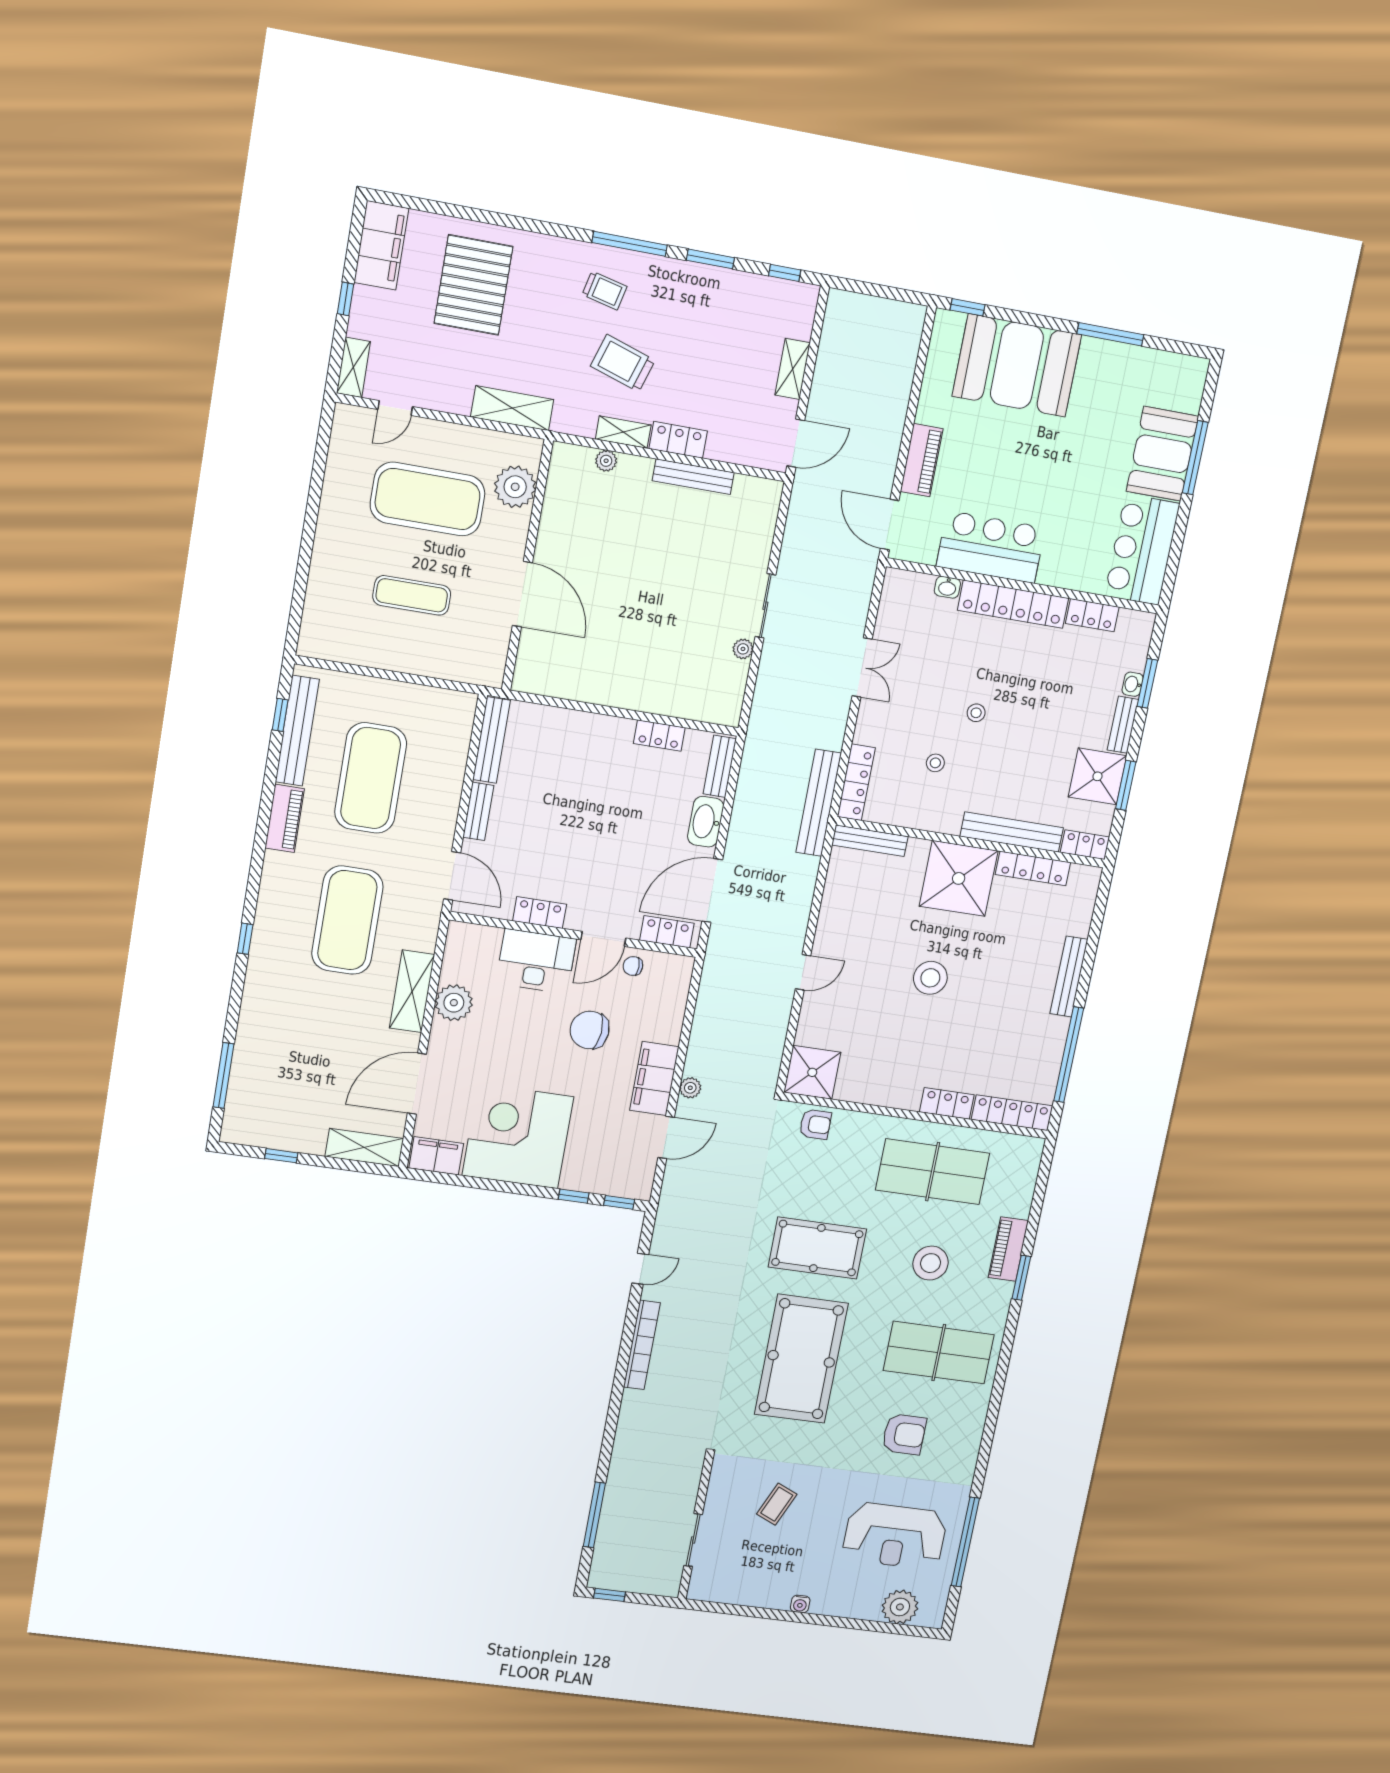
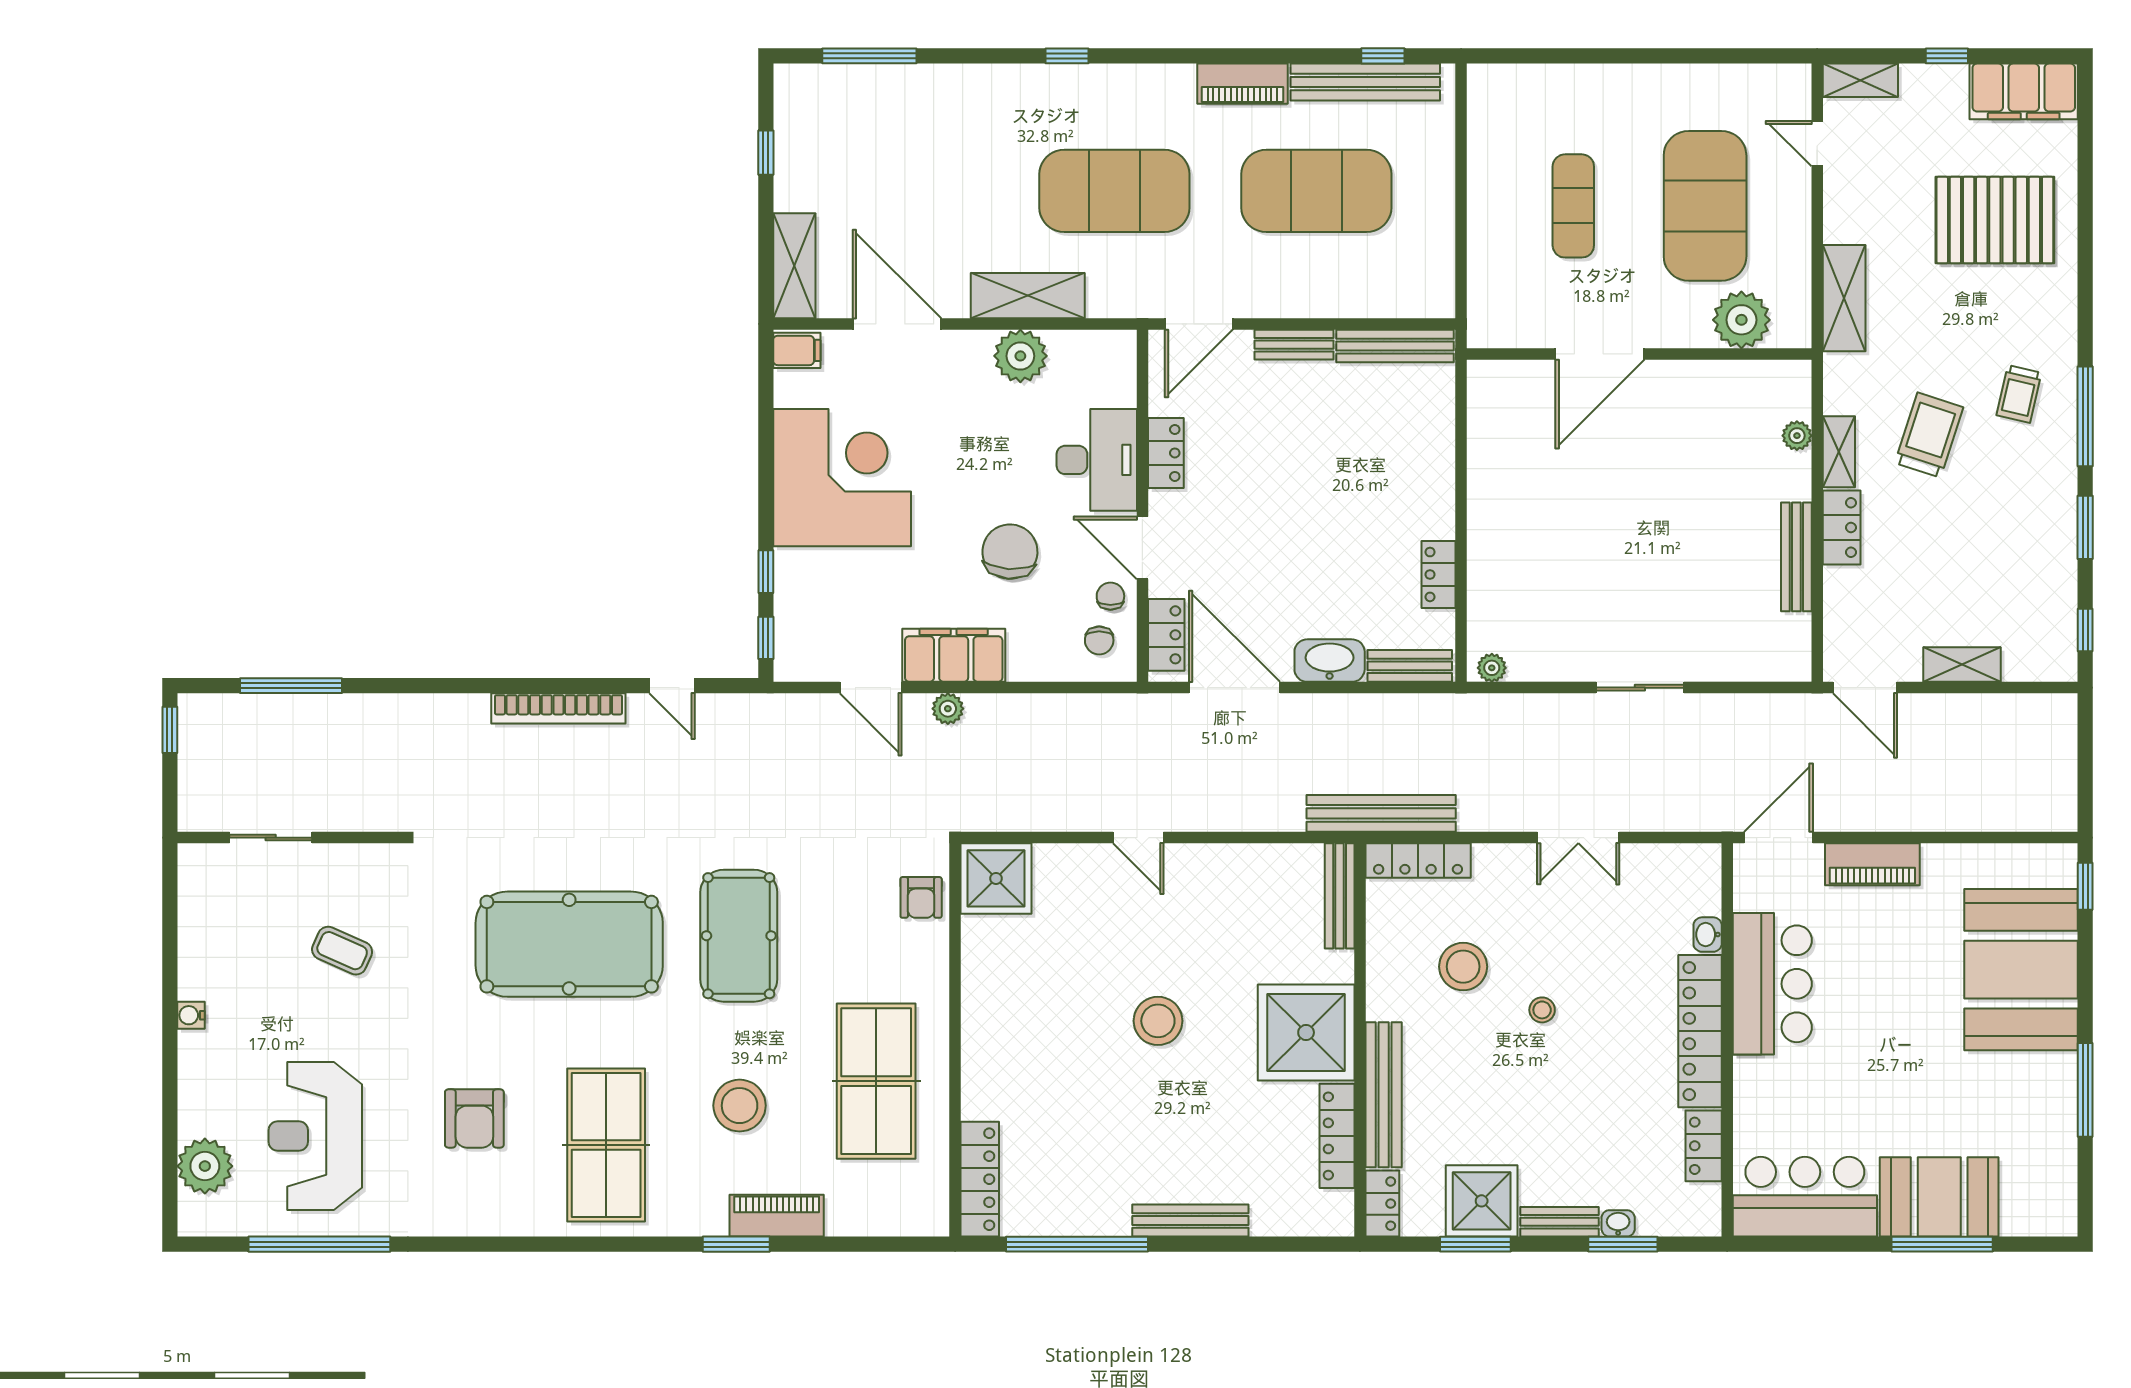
plant: (743, 649) -> (1492, 668), moved
stool: (935, 763) -> (1463, 967), width x1.89, depth x1.89
chair: (662, 978) -> (1099, 640), added
locker: (947, 1103) -> (979, 1082), removed
filing cabinet: (436, 1156) -> (797, 350), width x0.50

